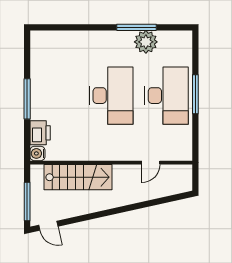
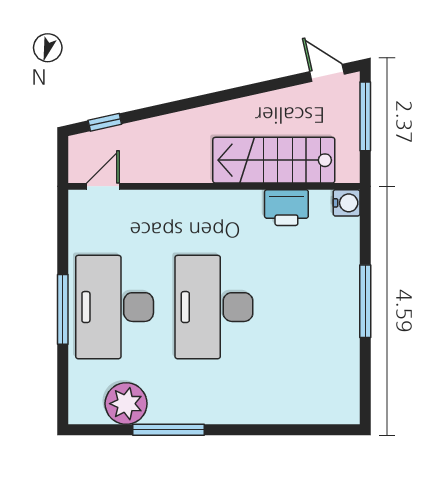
plant: (146, 42) -> (126, 404), moved
printer: (40, 133) -> (286, 208), moved, turned -90
door: (151, 163) -> (103, 186), moved
window: (172, 198) -> (105, 122), added

